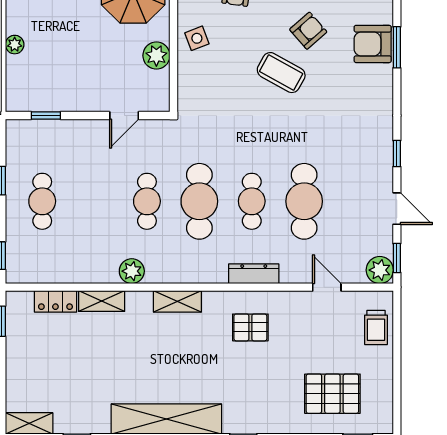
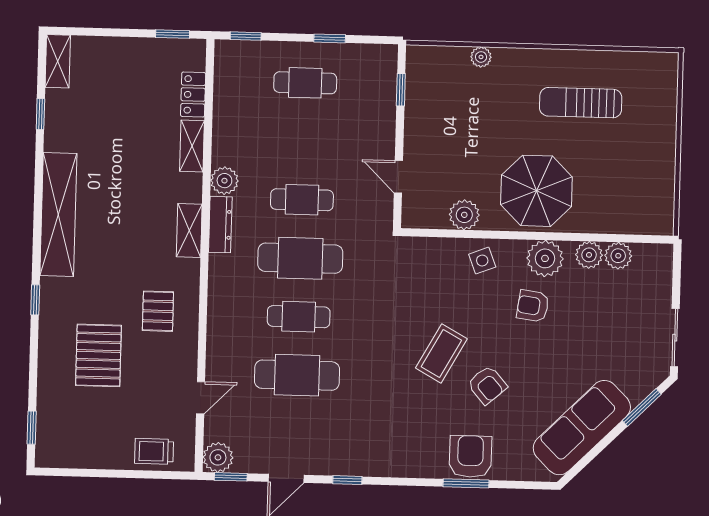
dresser: (254, 274) -> (220, 225), moved
pallet: (332, 394) -> (98, 355), moved

